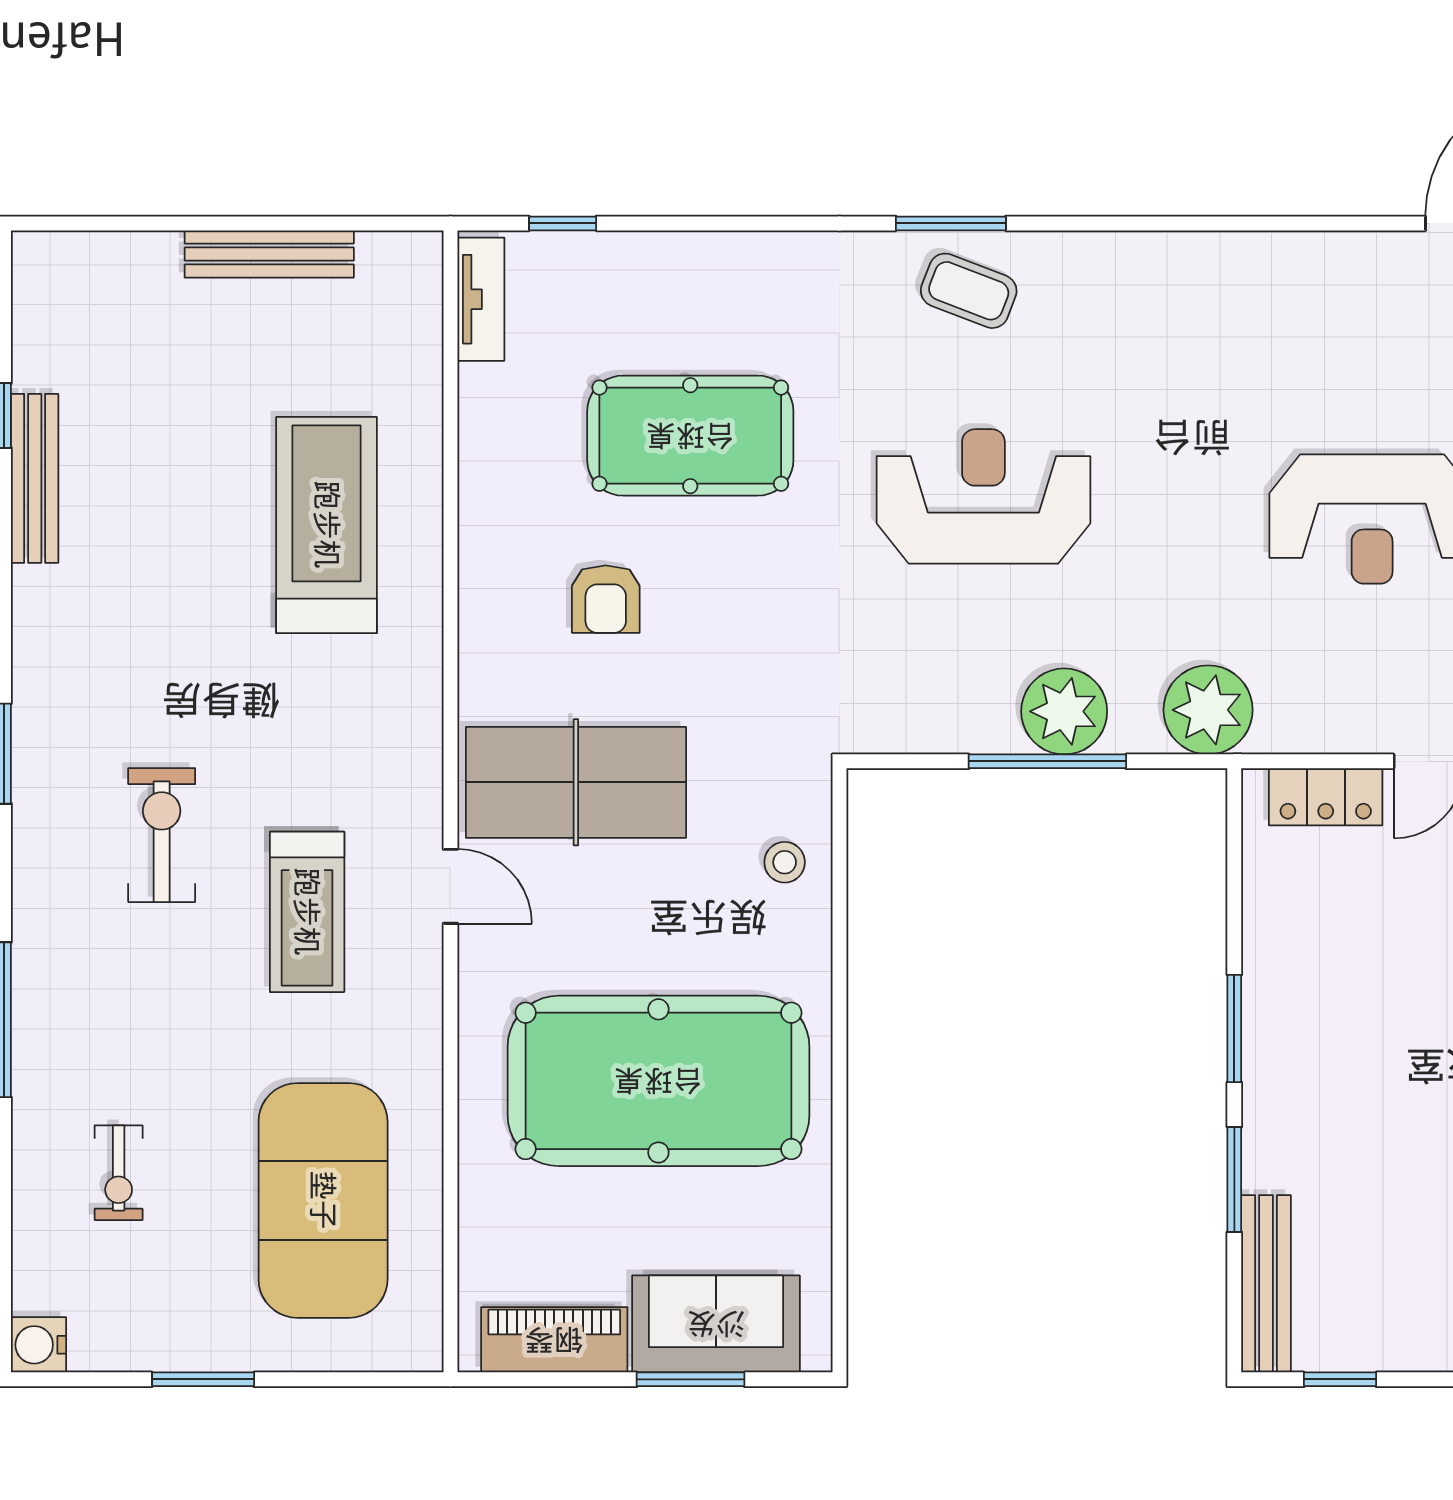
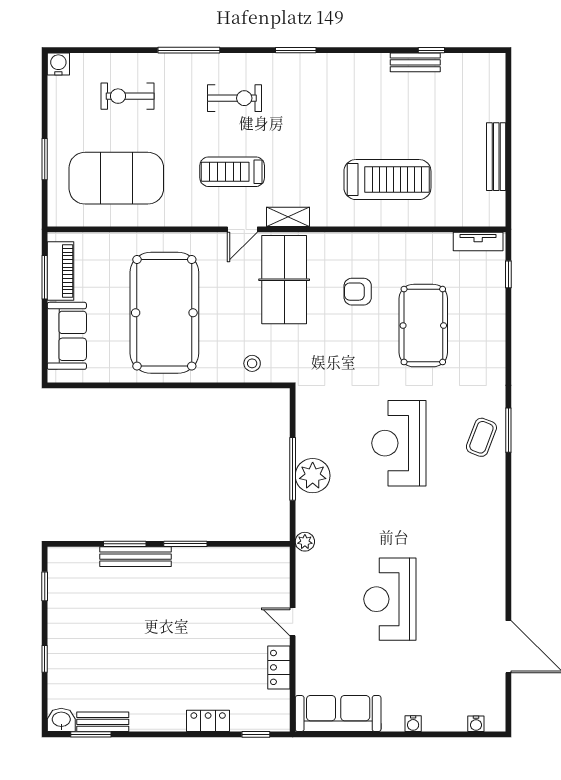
bench: (35, 478) -> (415, 62), width x0.73
reception desk: (983, 496) -> (399, 443), turned 180
plant: (1208, 710) -> (305, 542), width x0.53, depth x0.53
shelving: (420, 773) -> (288, 217), added
locker: (1326, 797) -> (278, 581), removed
exercise bike: (162, 835) -> (235, 98), moved
exercise bike: (119, 1173) -> (127, 96), width x1.38, depth x1.39
bench: (1266, 1284) -> (136, 557), moved
window: (203, 1379) -> (45, 159), moved
window: (691, 1379) -> (45, 277), moved

